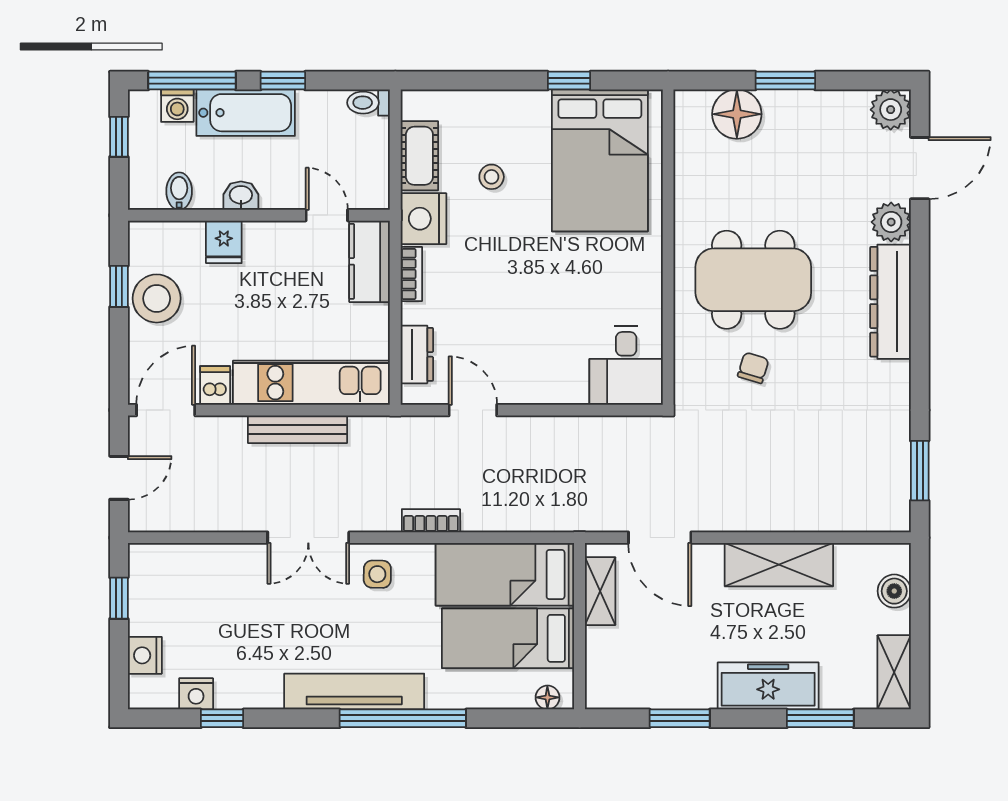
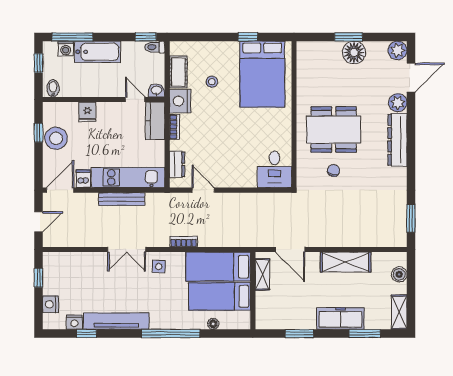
window: (283, 81) -> (146, 37), moved
floor lamp: (737, 114) -> (354, 52), moved
bidet: (179, 191) -> (53, 88), moved
washbasin: (241, 196) -> (156, 90), moved
tv unit: (354, 692) -> (116, 321), moved
floor lamp: (547, 697) -> (213, 324), moved

